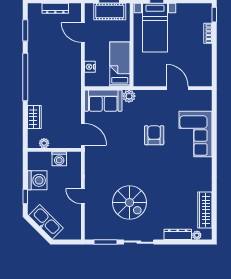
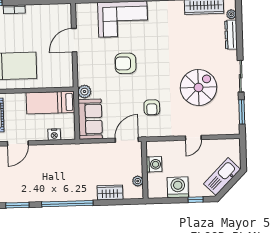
armchair: (112, 158) -> (152, 107), added

